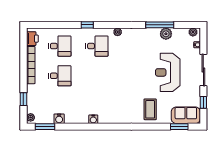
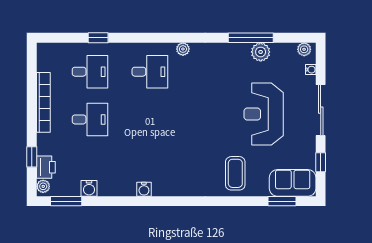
window: (87, 25) -> (98, 38), moved
printer: (32, 39) -> (46, 167), moved

